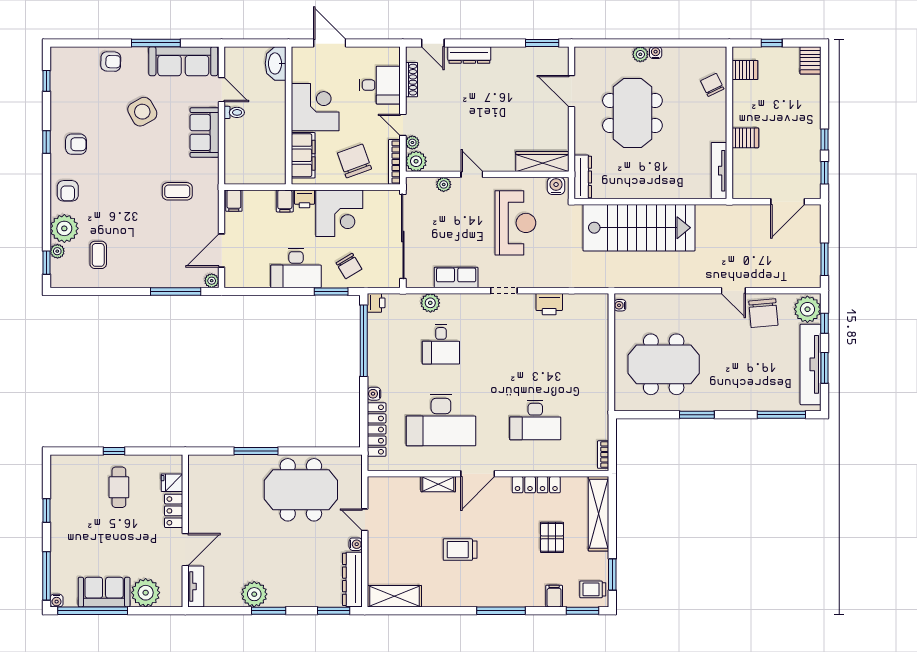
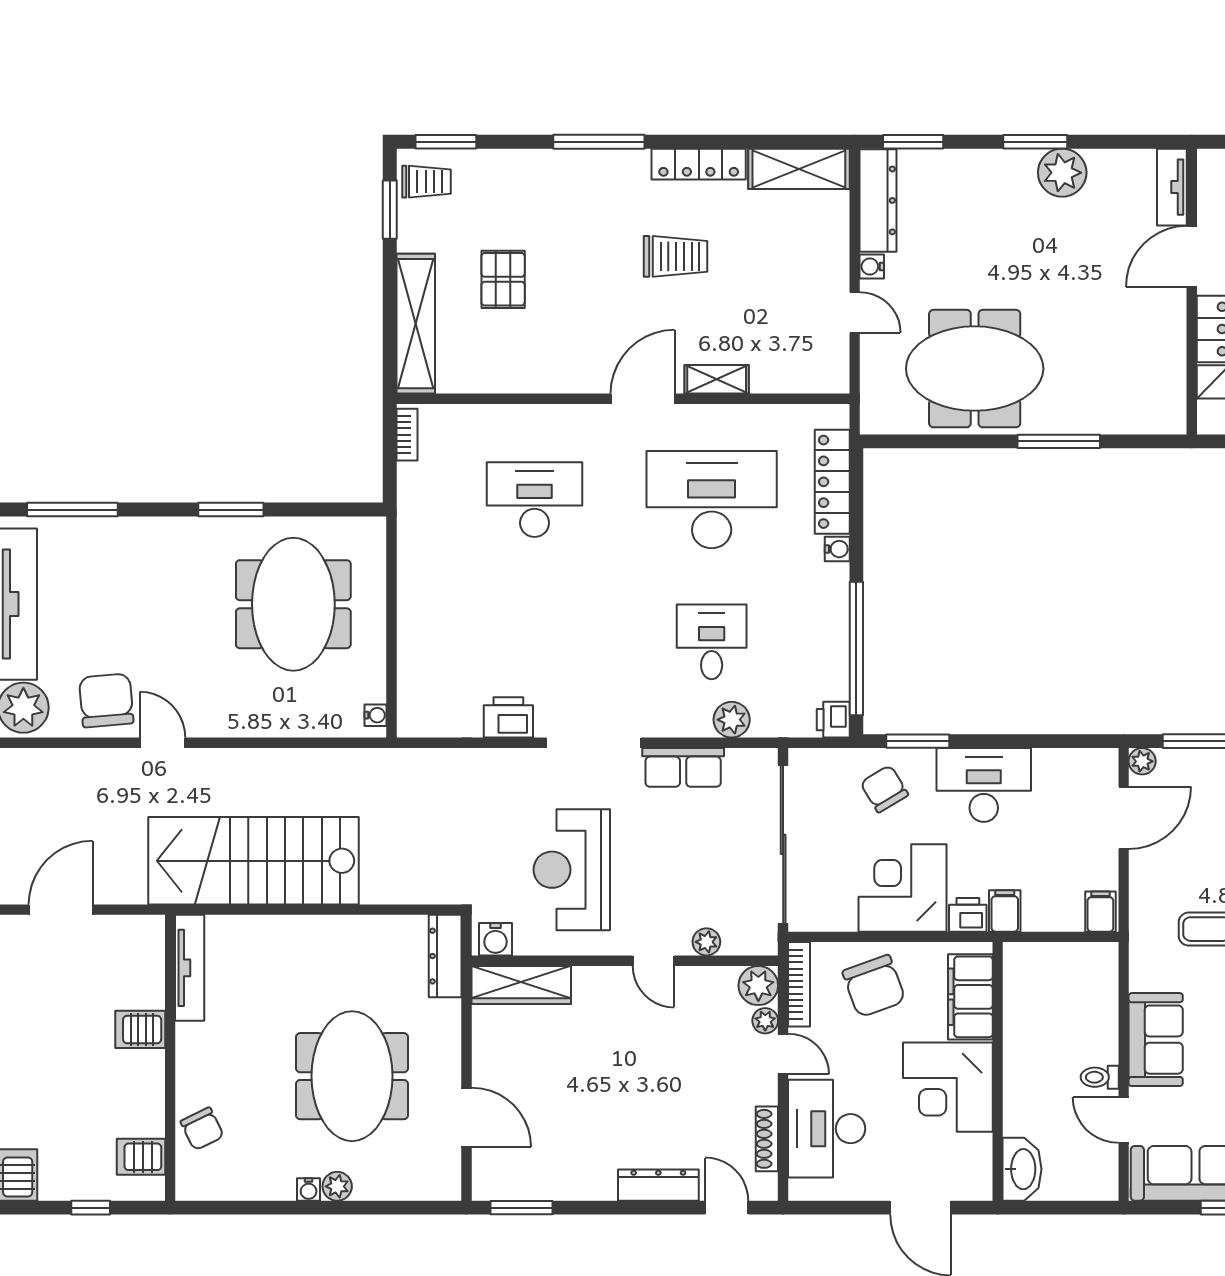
desk: (380, 85) -> (827, 1129), width x1.37
stairs: (639, 228) -> (254, 861), moved
doorway: (504, 291) -> (594, 743), width x1.88
meeting table: (664, 364) -> (293, 604), turned 90
locker: (536, 485) -> (699, 164), moved, turned 180
filing cabinet: (554, 596) -> (499, 169), removed

